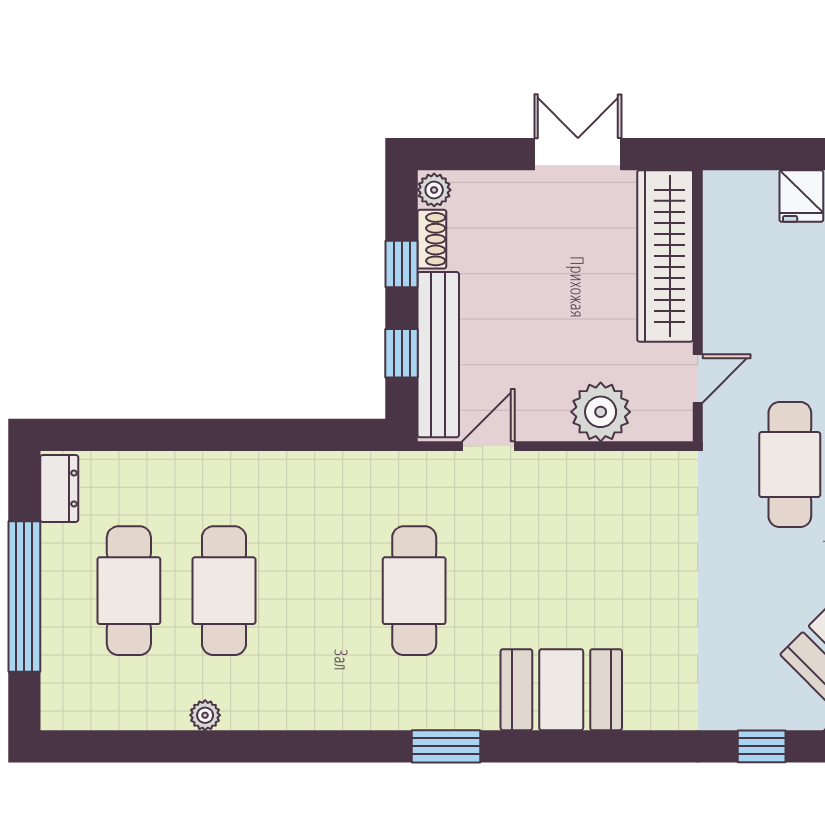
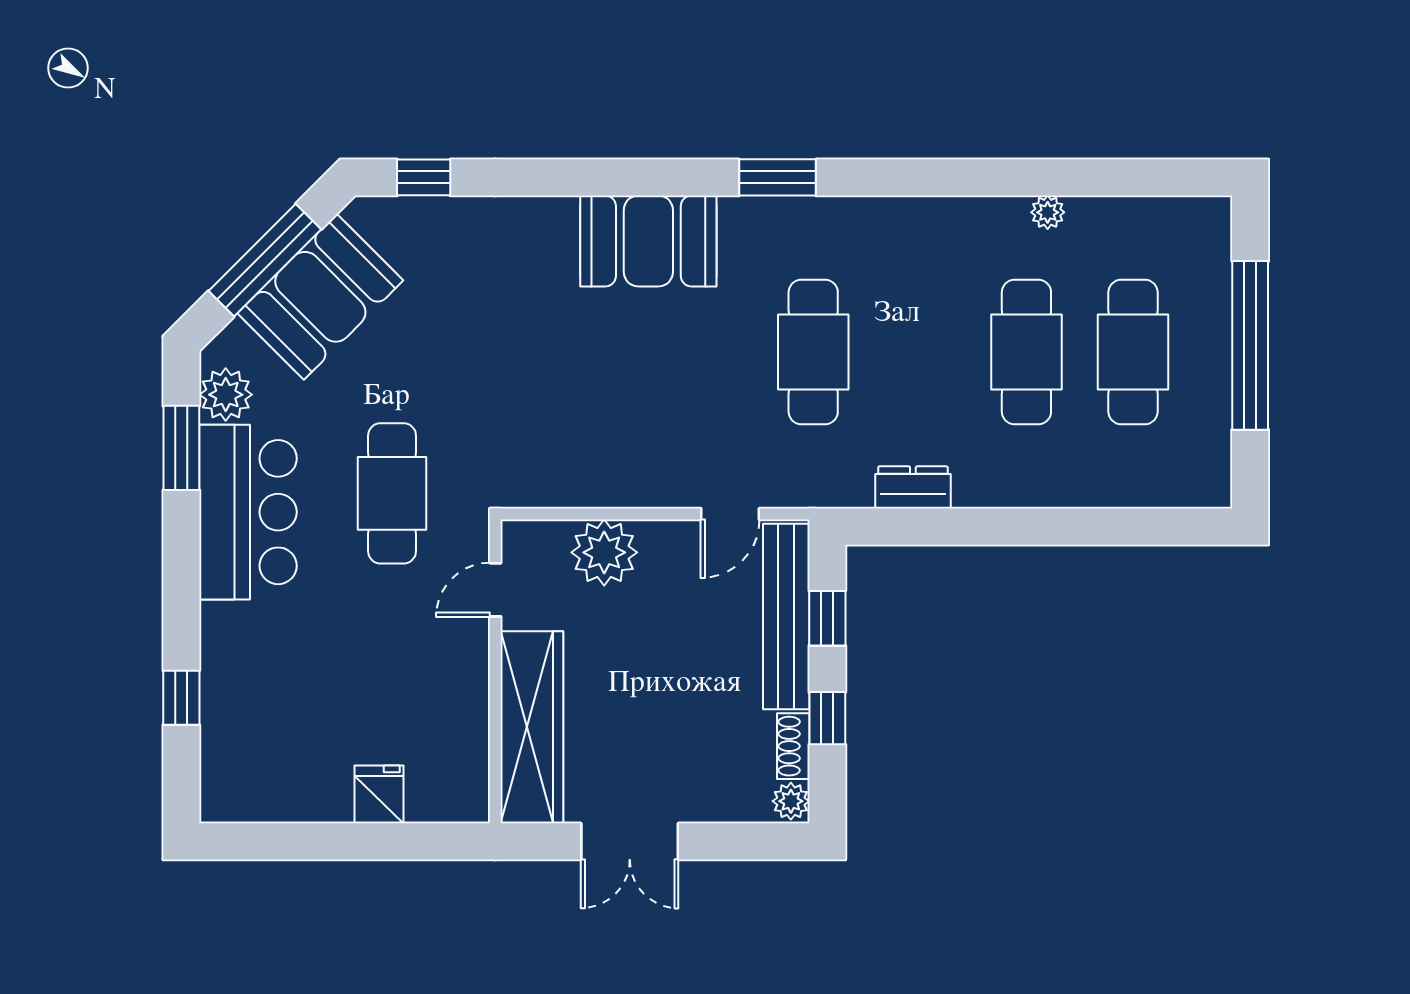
dresser: (59, 488) -> (913, 487), moved, turned 90

